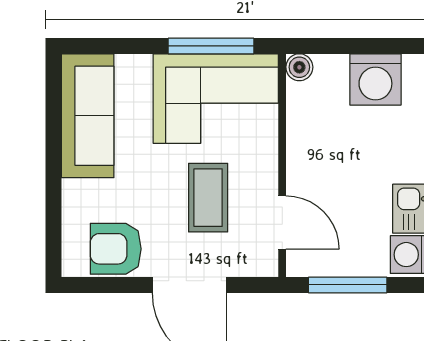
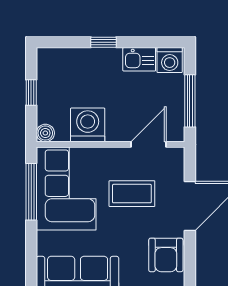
window: (360, 46) -> (31, 93), added
washing machine: (375, 79) -> (88, 125), moved, turned -90

